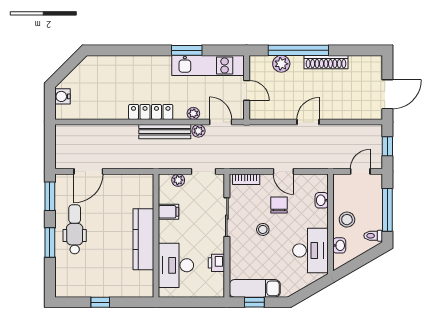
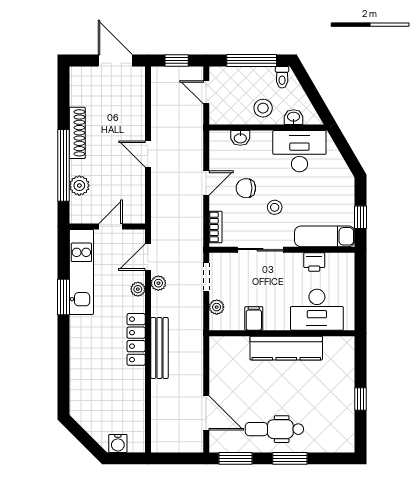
bench: (165, 132) -> (159, 348), moved
exam couch: (255, 288) -> (325, 236), moved, turned 90

